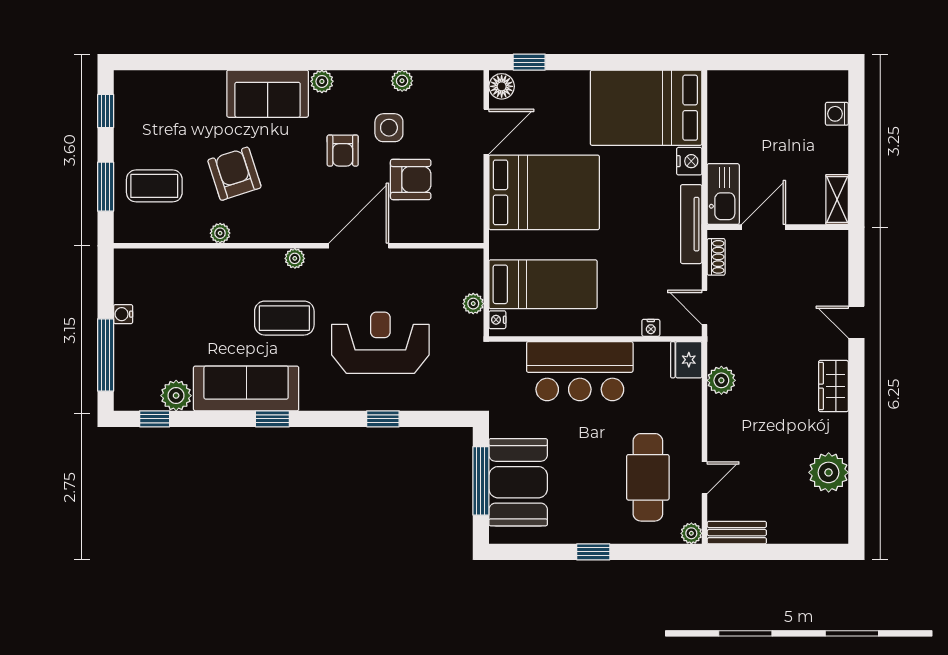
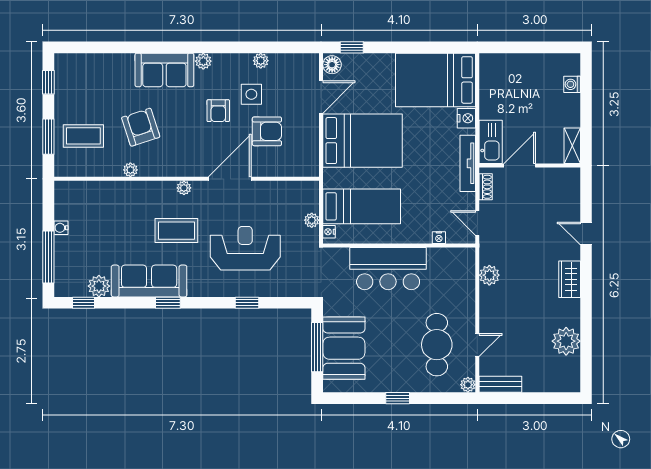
fridge: (686, 360) -> (464, 260), removed

